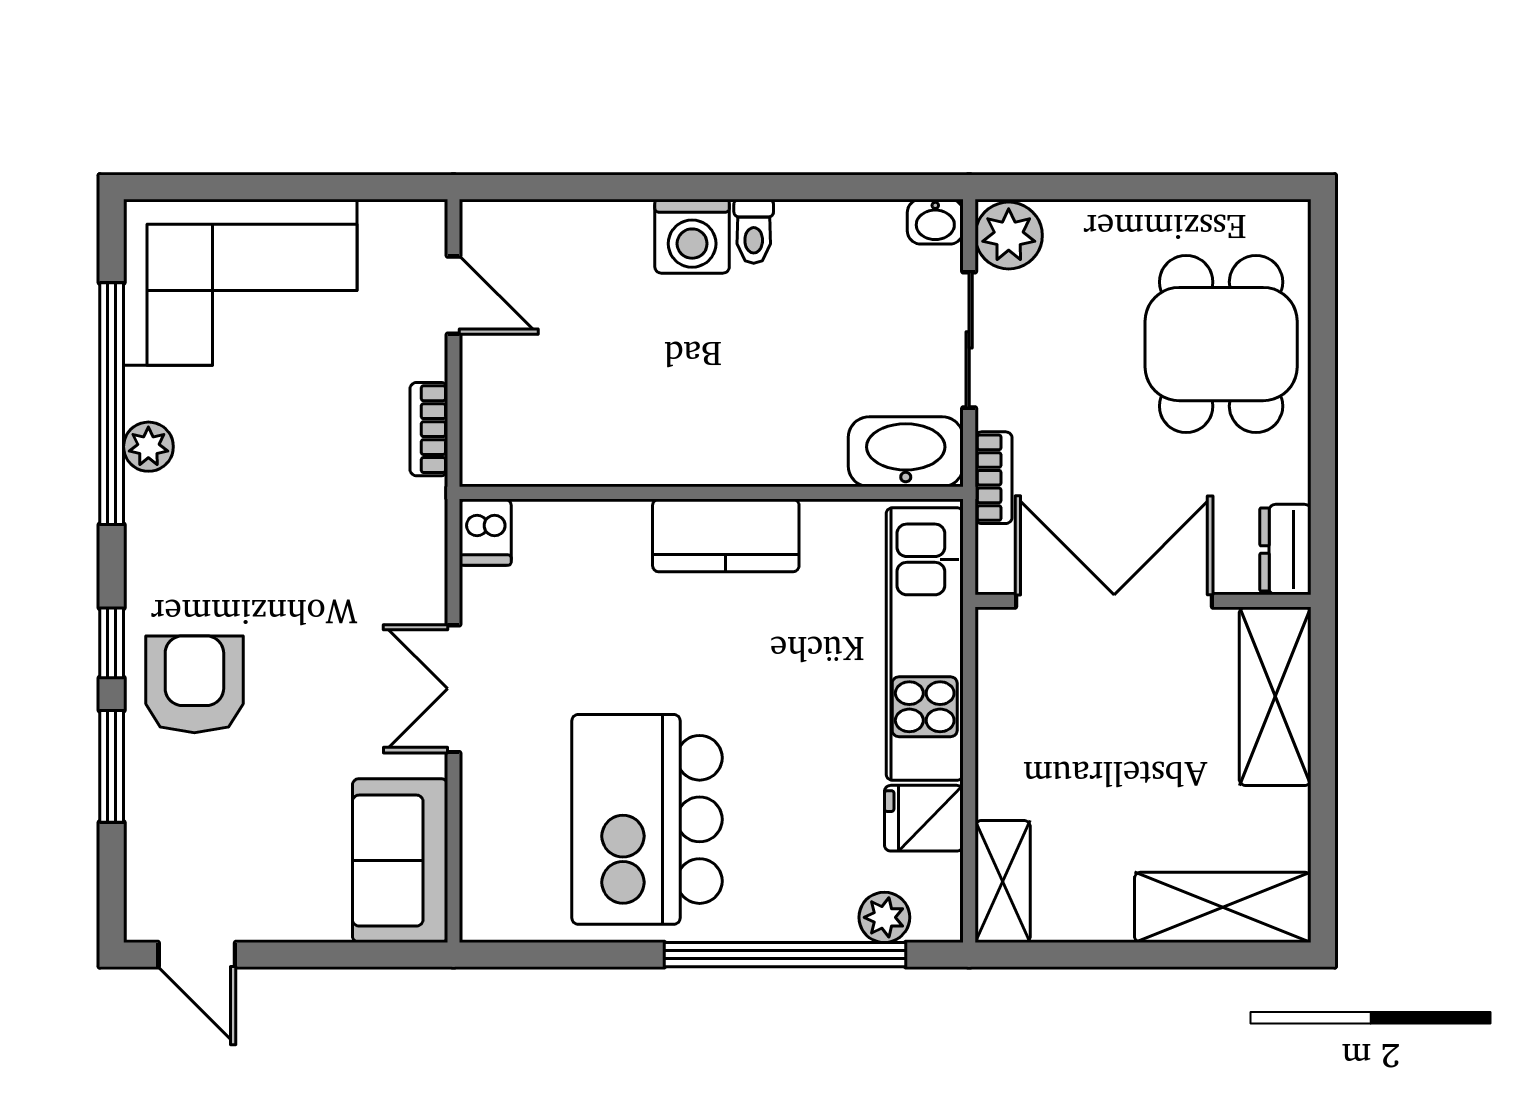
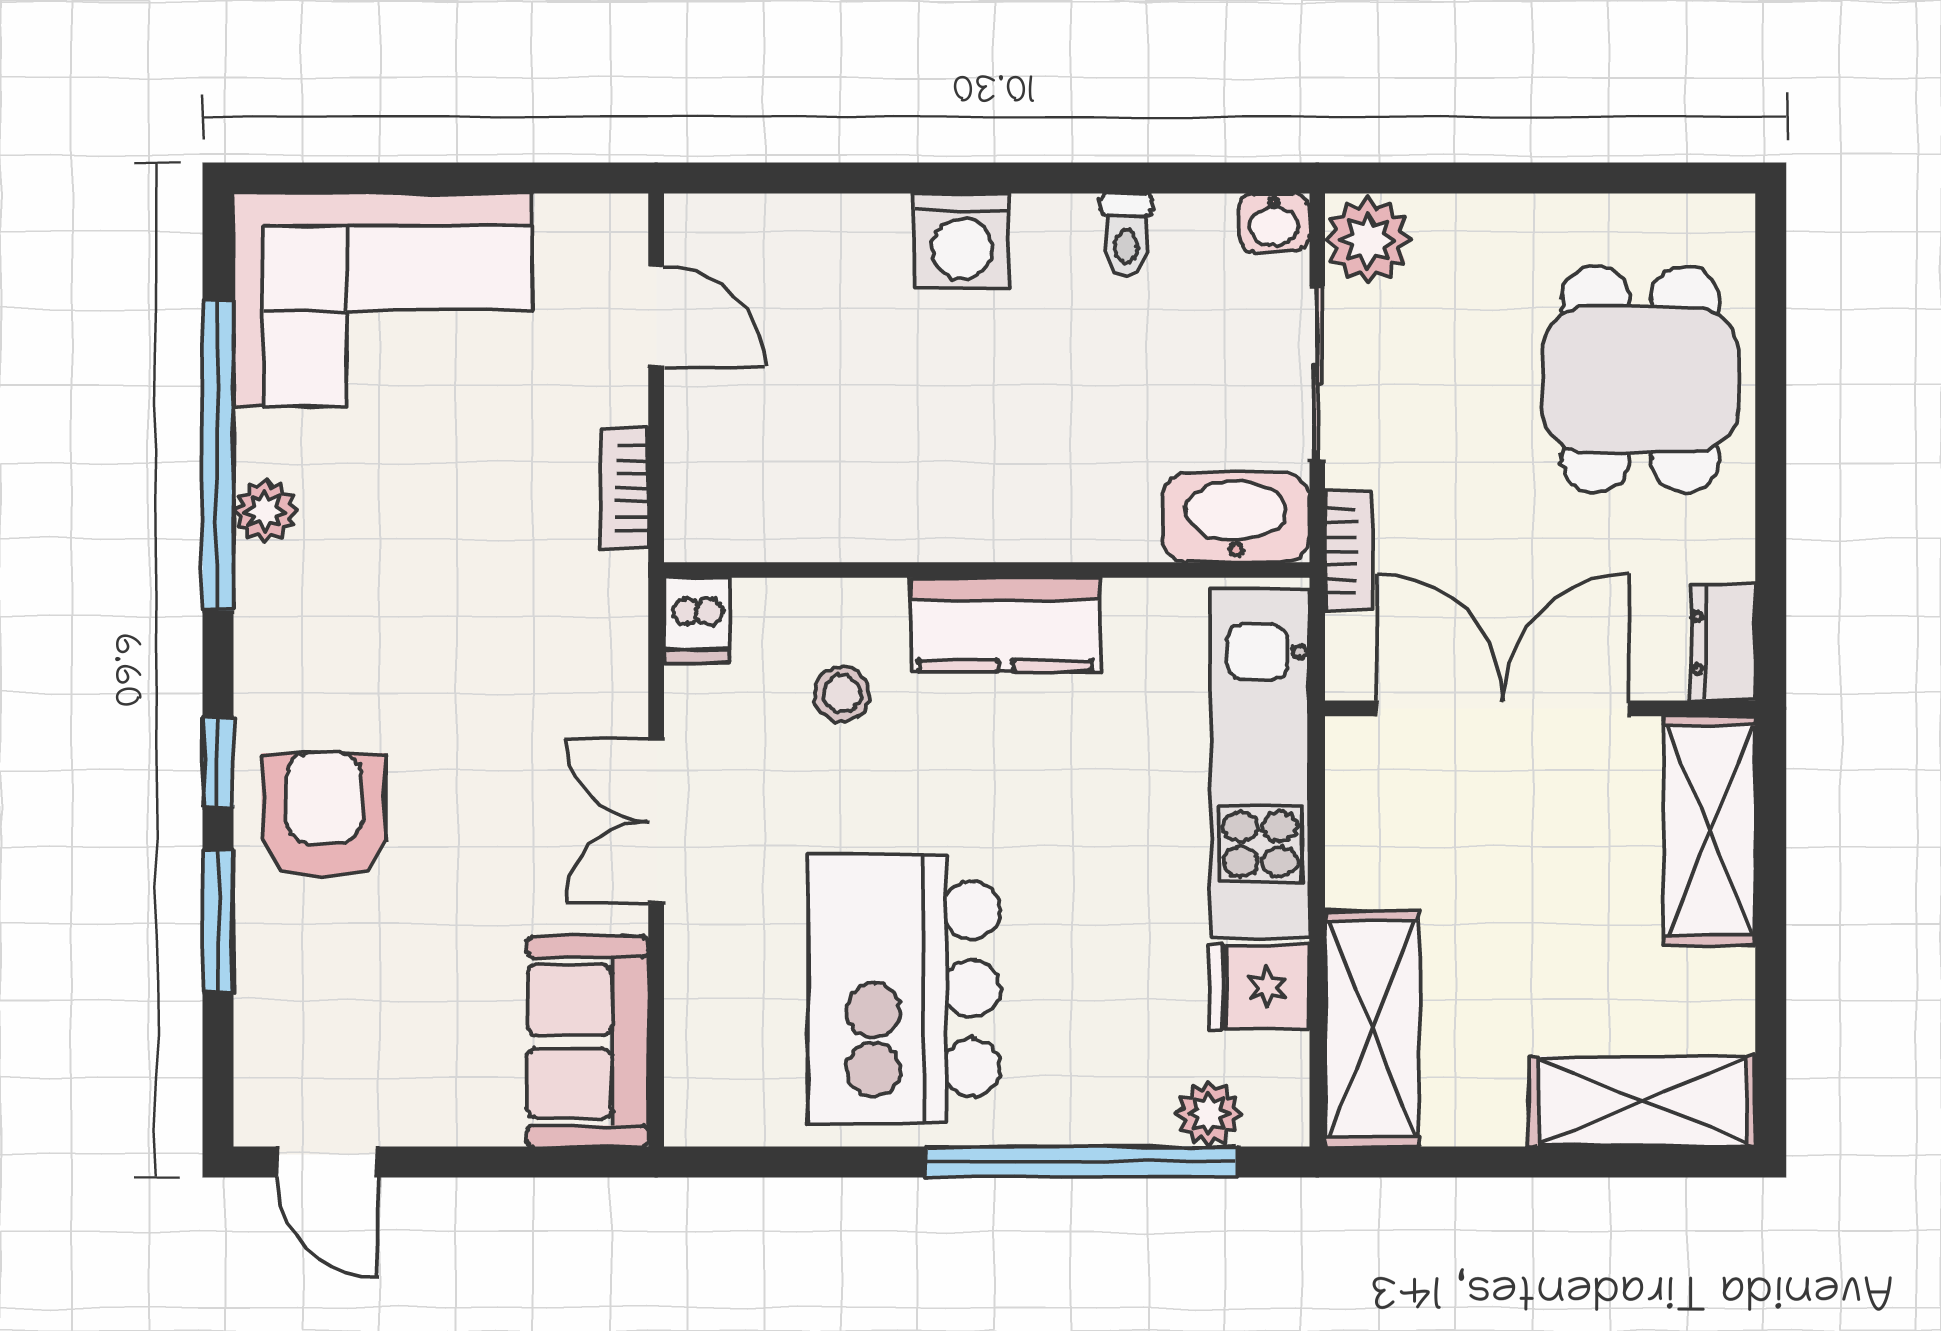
toilet: (754, 231) -> (1126, 235), moved
stool: (598, 590) -> (842, 694), added
shelving: (1003, 881) -> (1372, 1029), width x1.50, depth x1.33

